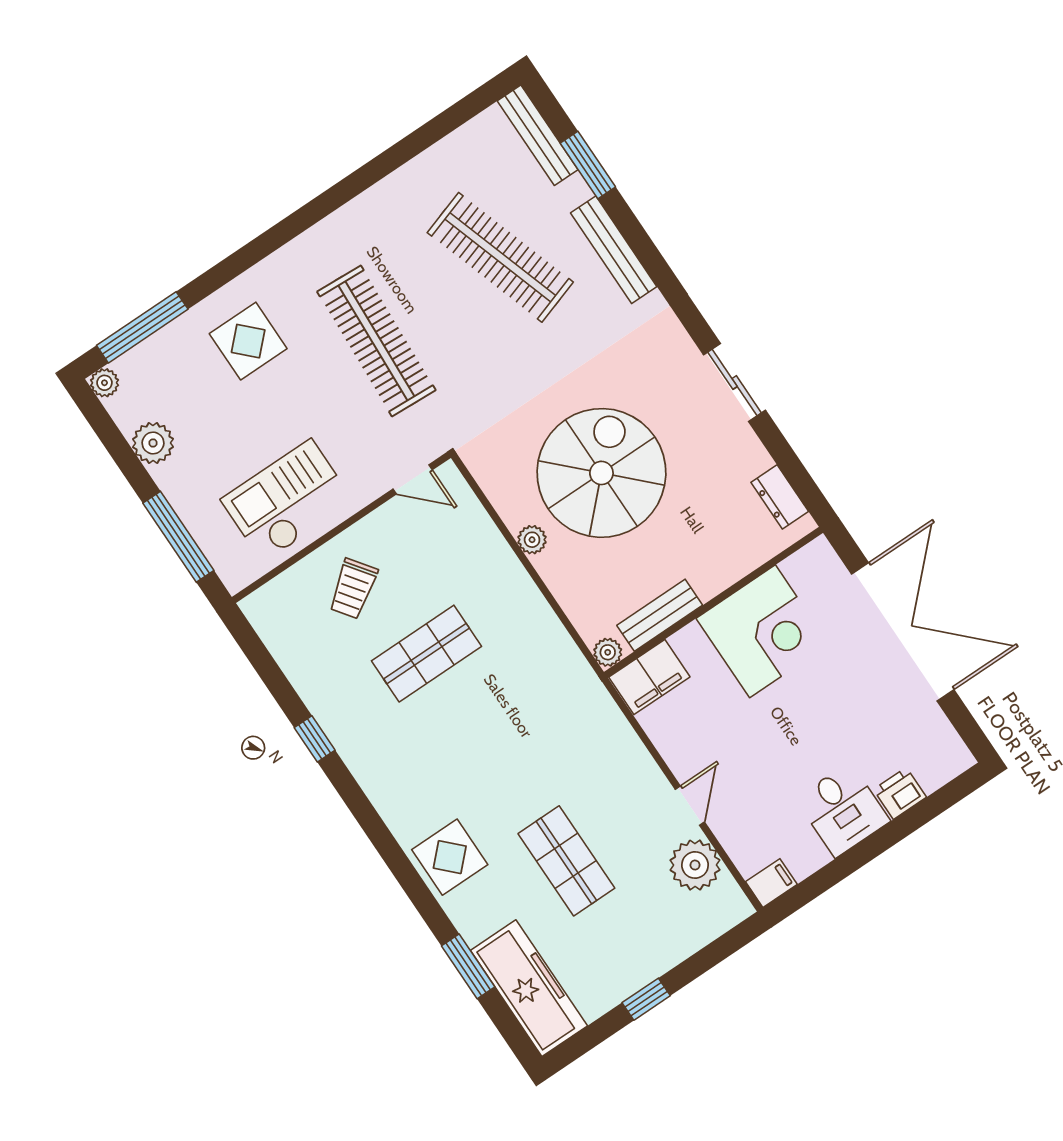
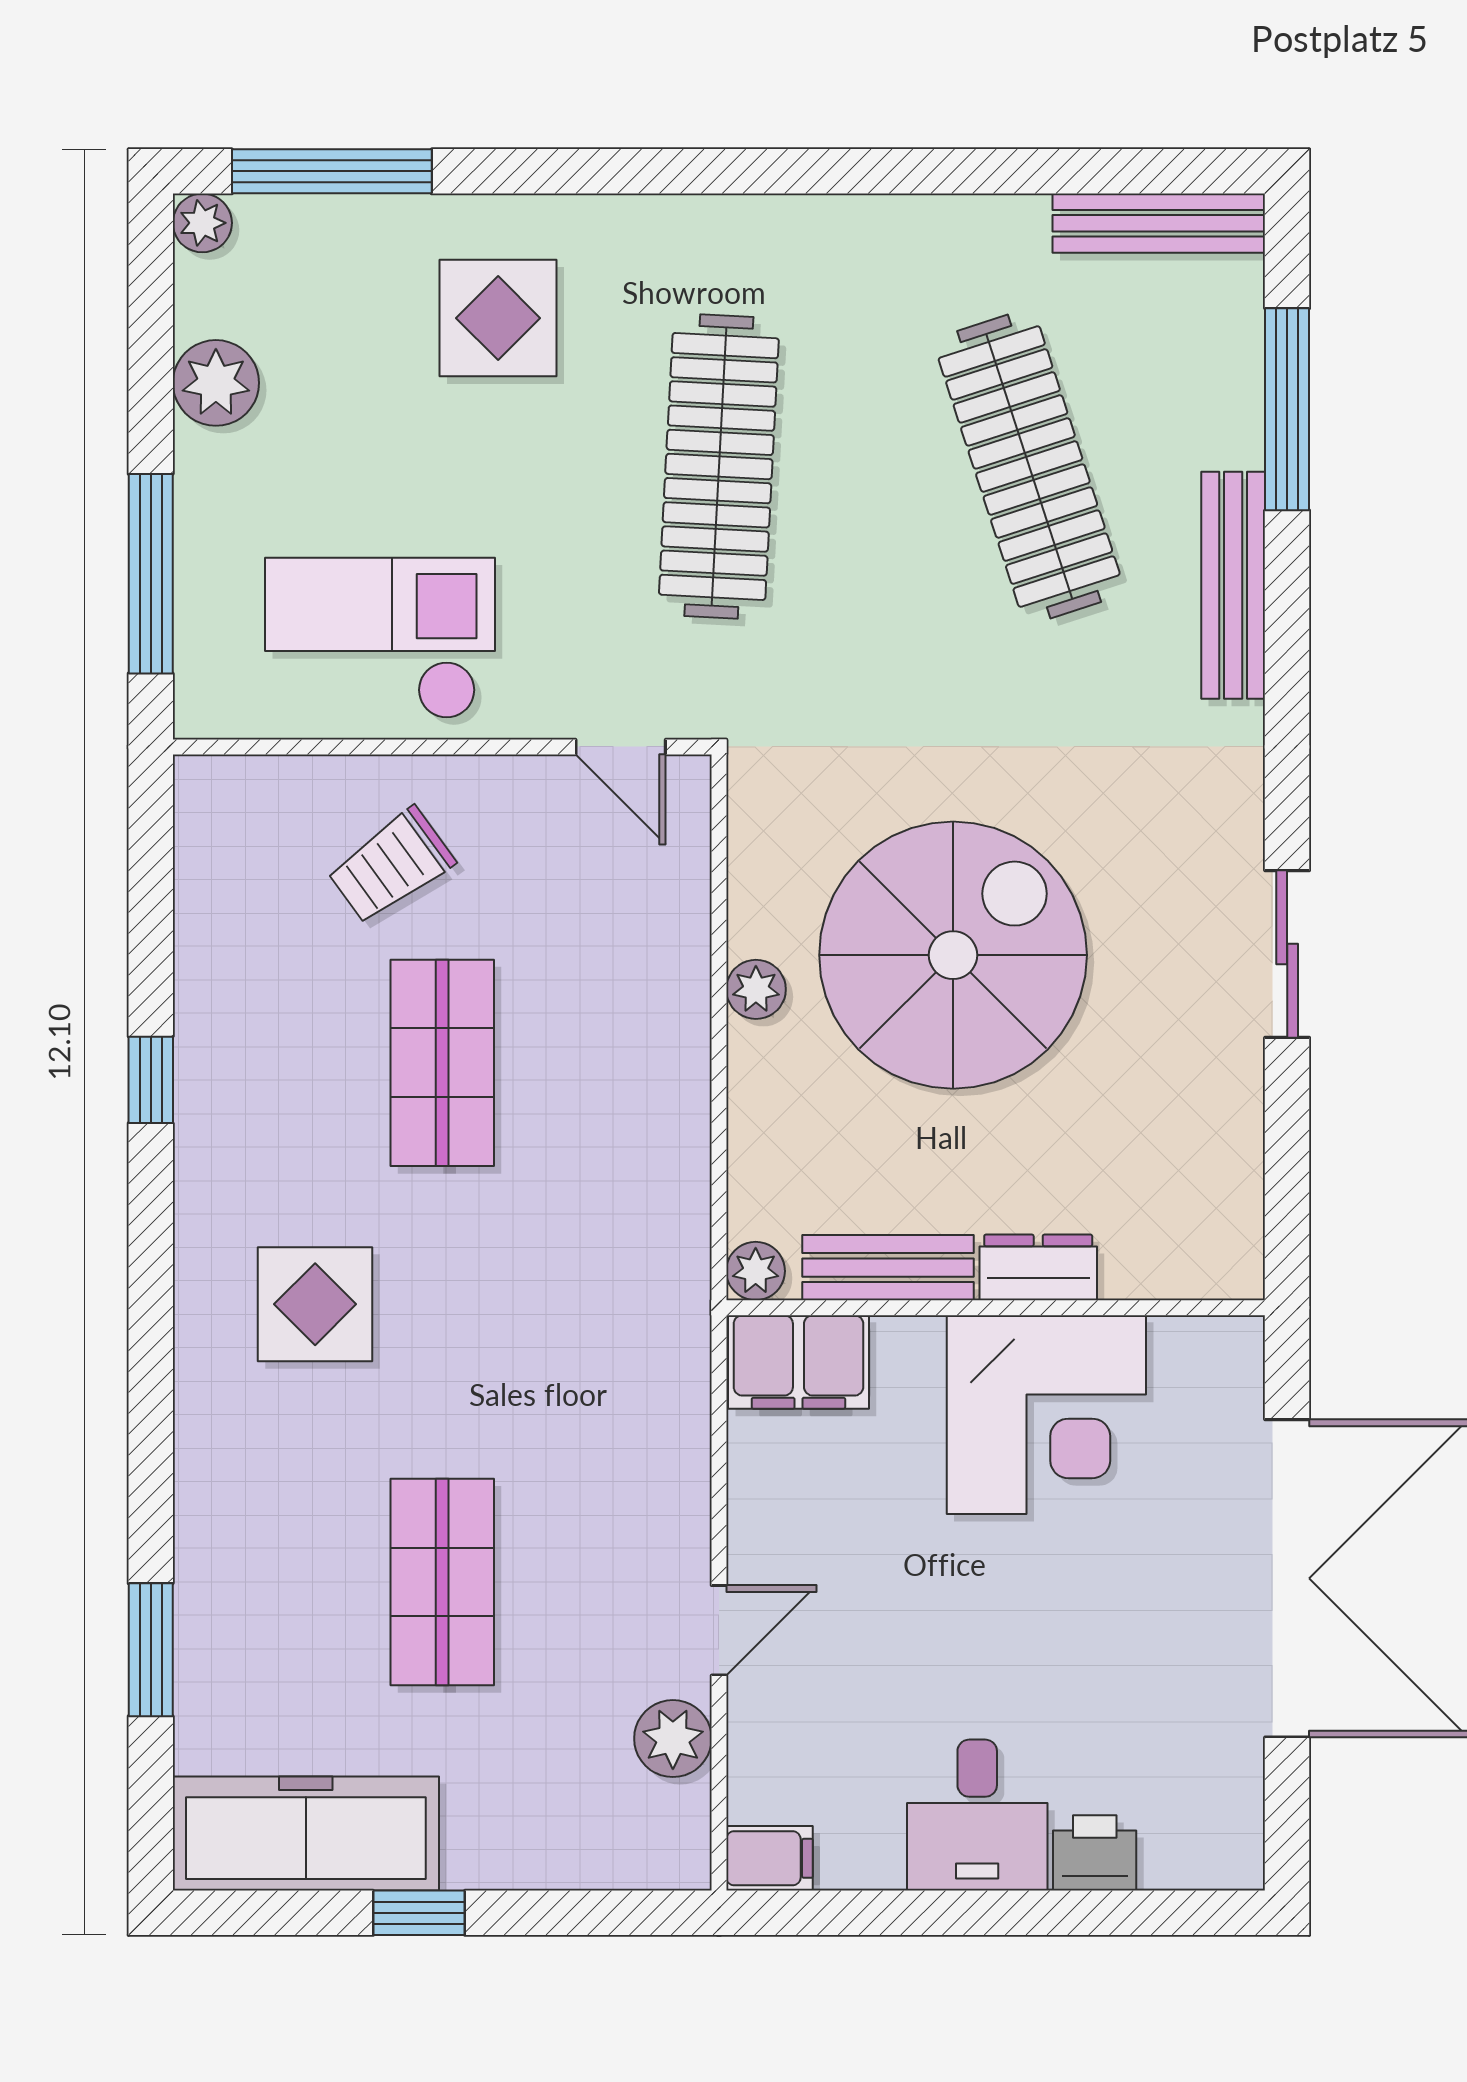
bench: (538, 135) -> (1159, 223), moved, turned 90
window: (588, 165) -> (1287, 409), width x1.44
dresser: (780, 497) -> (1038, 1267), moved, turned 90
shop shelf: (427, 654) -> (442, 1063), turned 90
display table: (450, 857) -> (315, 1304), moved
plant: (695, 865) -> (673, 1739), width x0.73, depth x0.73
freezer: (529, 988) -> (306, 1834), moved, turned -90

